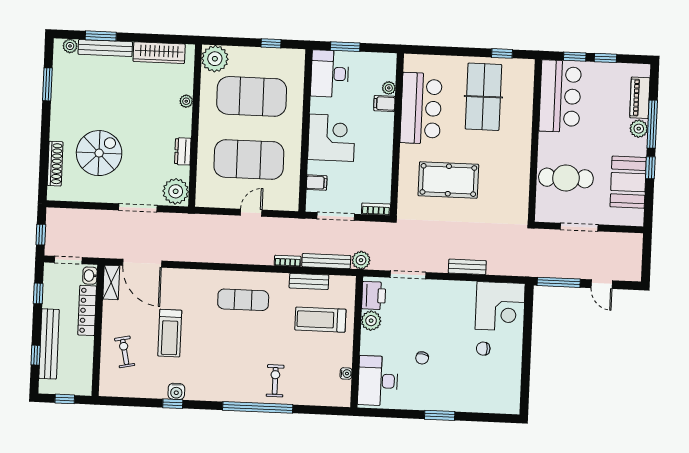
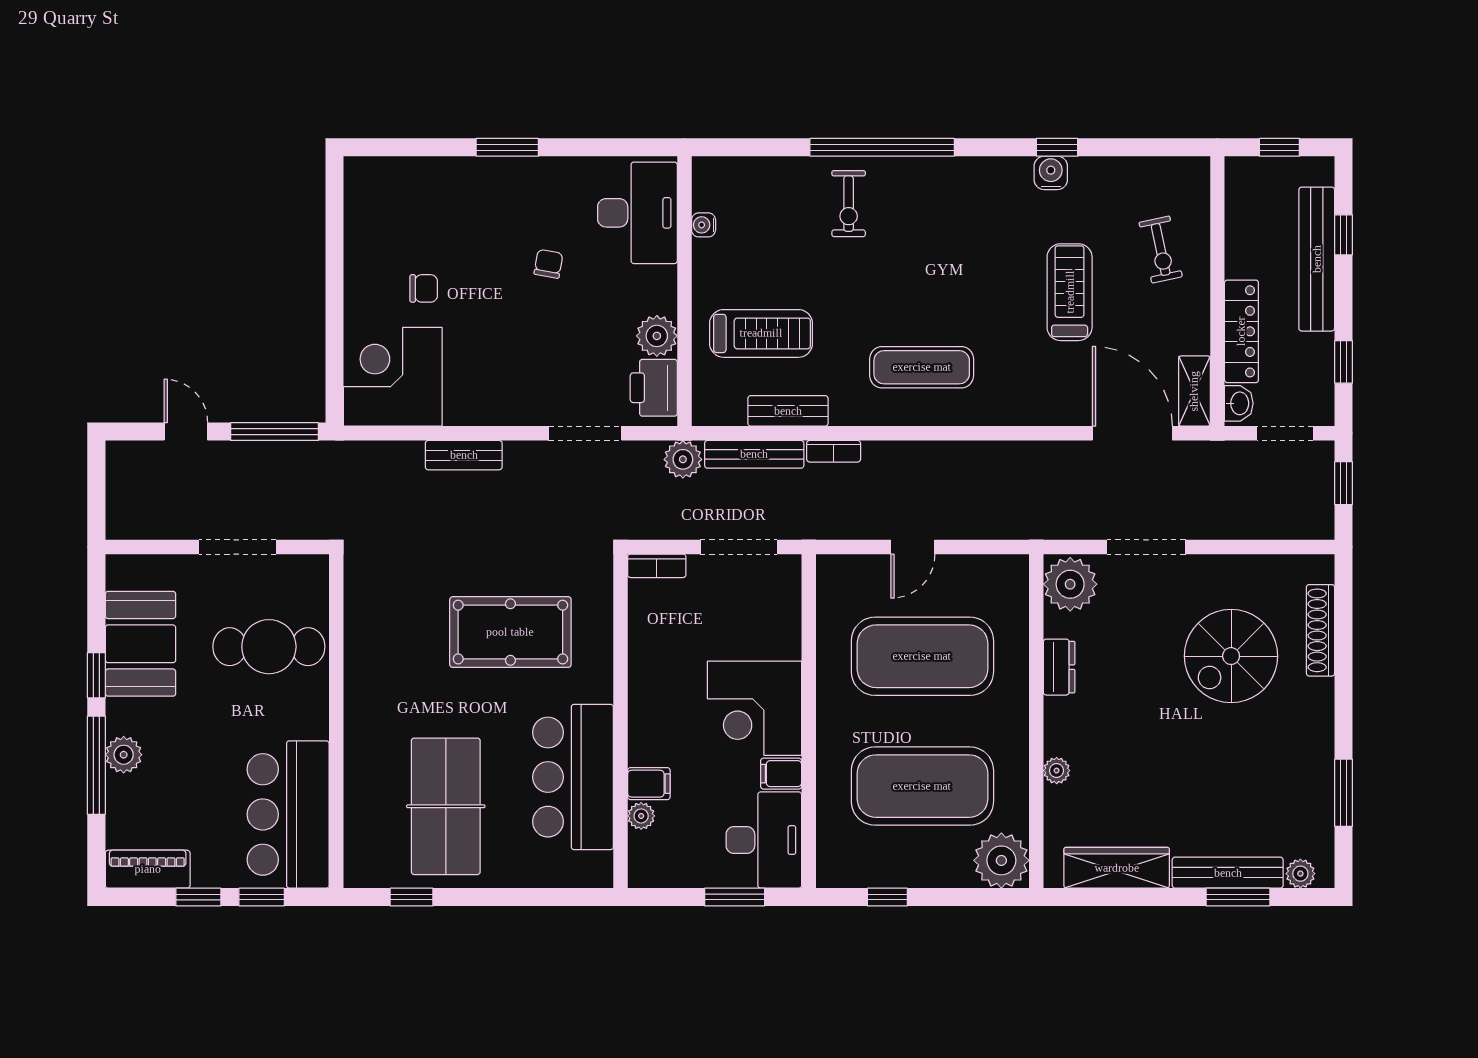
piano: (640, 98) -> (148, 869), moved, turned -90
filing cabinet: (317, 183) -> (781, 774), moved

